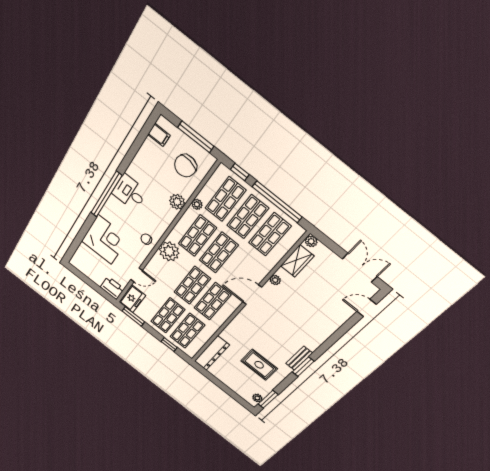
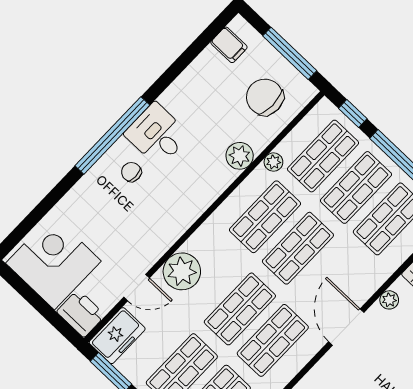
chair: (185, 166) -> (265, 97), turned 80
chair: (146, 239) -> (131, 172), moved
corner desk: (105, 240) -> (53, 262), moved, turned -90
plant: (169, 251) -> (182, 271), moved
door: (252, 295) -> (346, 327), hinge flipped

